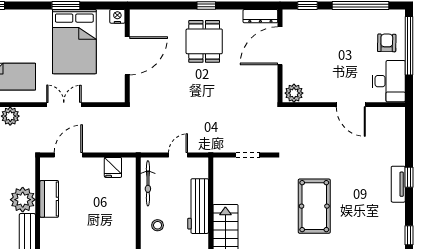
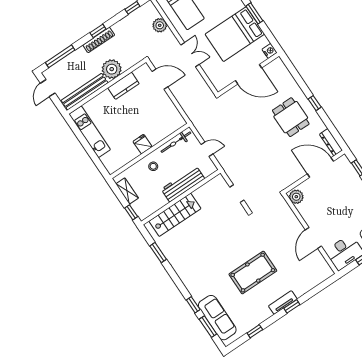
dining table: (204, 41) -> (291, 117), turned 90
fridge: (113, 167) -> (143, 144), moved, turned 90
pool table: (314, 206) -> (253, 273), moved

